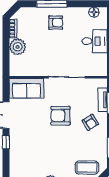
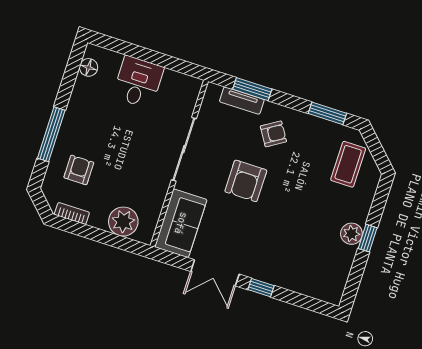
armchair: (56, 23) -> (79, 170), moved
plant: (18, 47) -> (123, 222), moved

